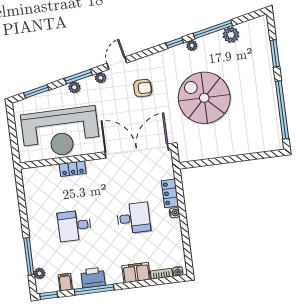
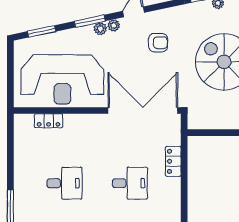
plant: (74, 87) -> (100, 29), moved
locker: (73, 169) -> (48, 121), moved
water cooler: (175, 213) -> (176, 183), removed
desk: (74, 226) -> (65, 183), turned 180

